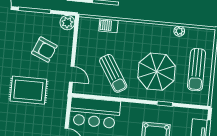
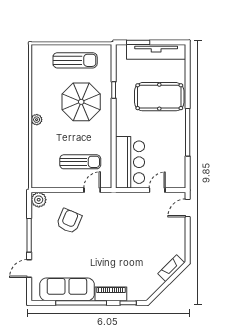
barbecue: (108, 26) -> (38, 156), removed
plant: (179, 31) -> (37, 120), moved
sun lounger: (113, 73) -> (80, 162), moved, turned 32
rug: (28, 90) -> (113, 234), removed

